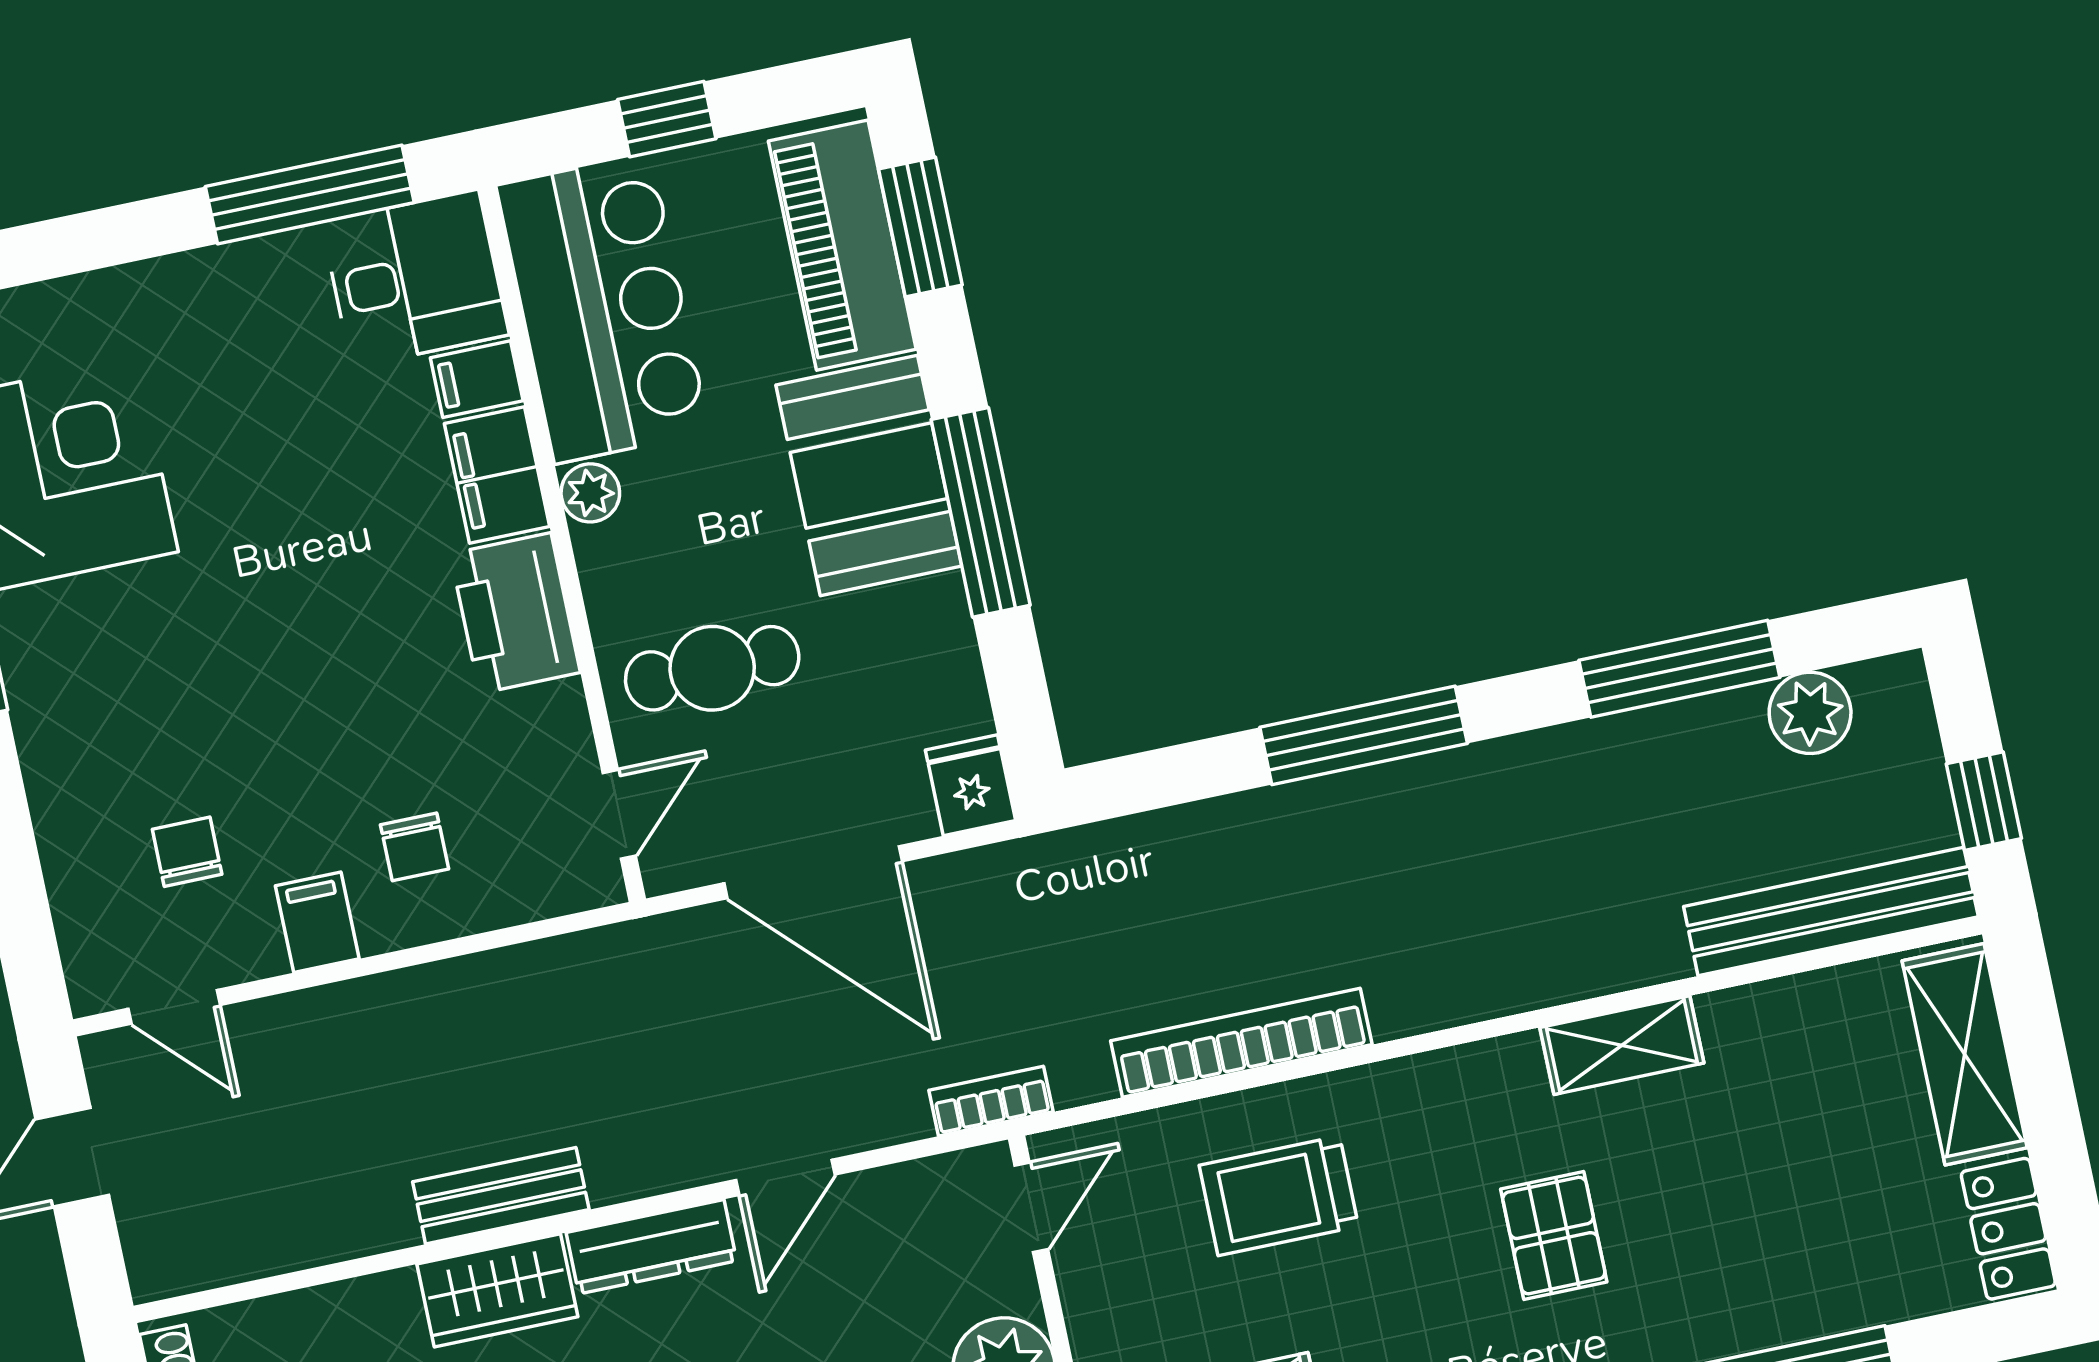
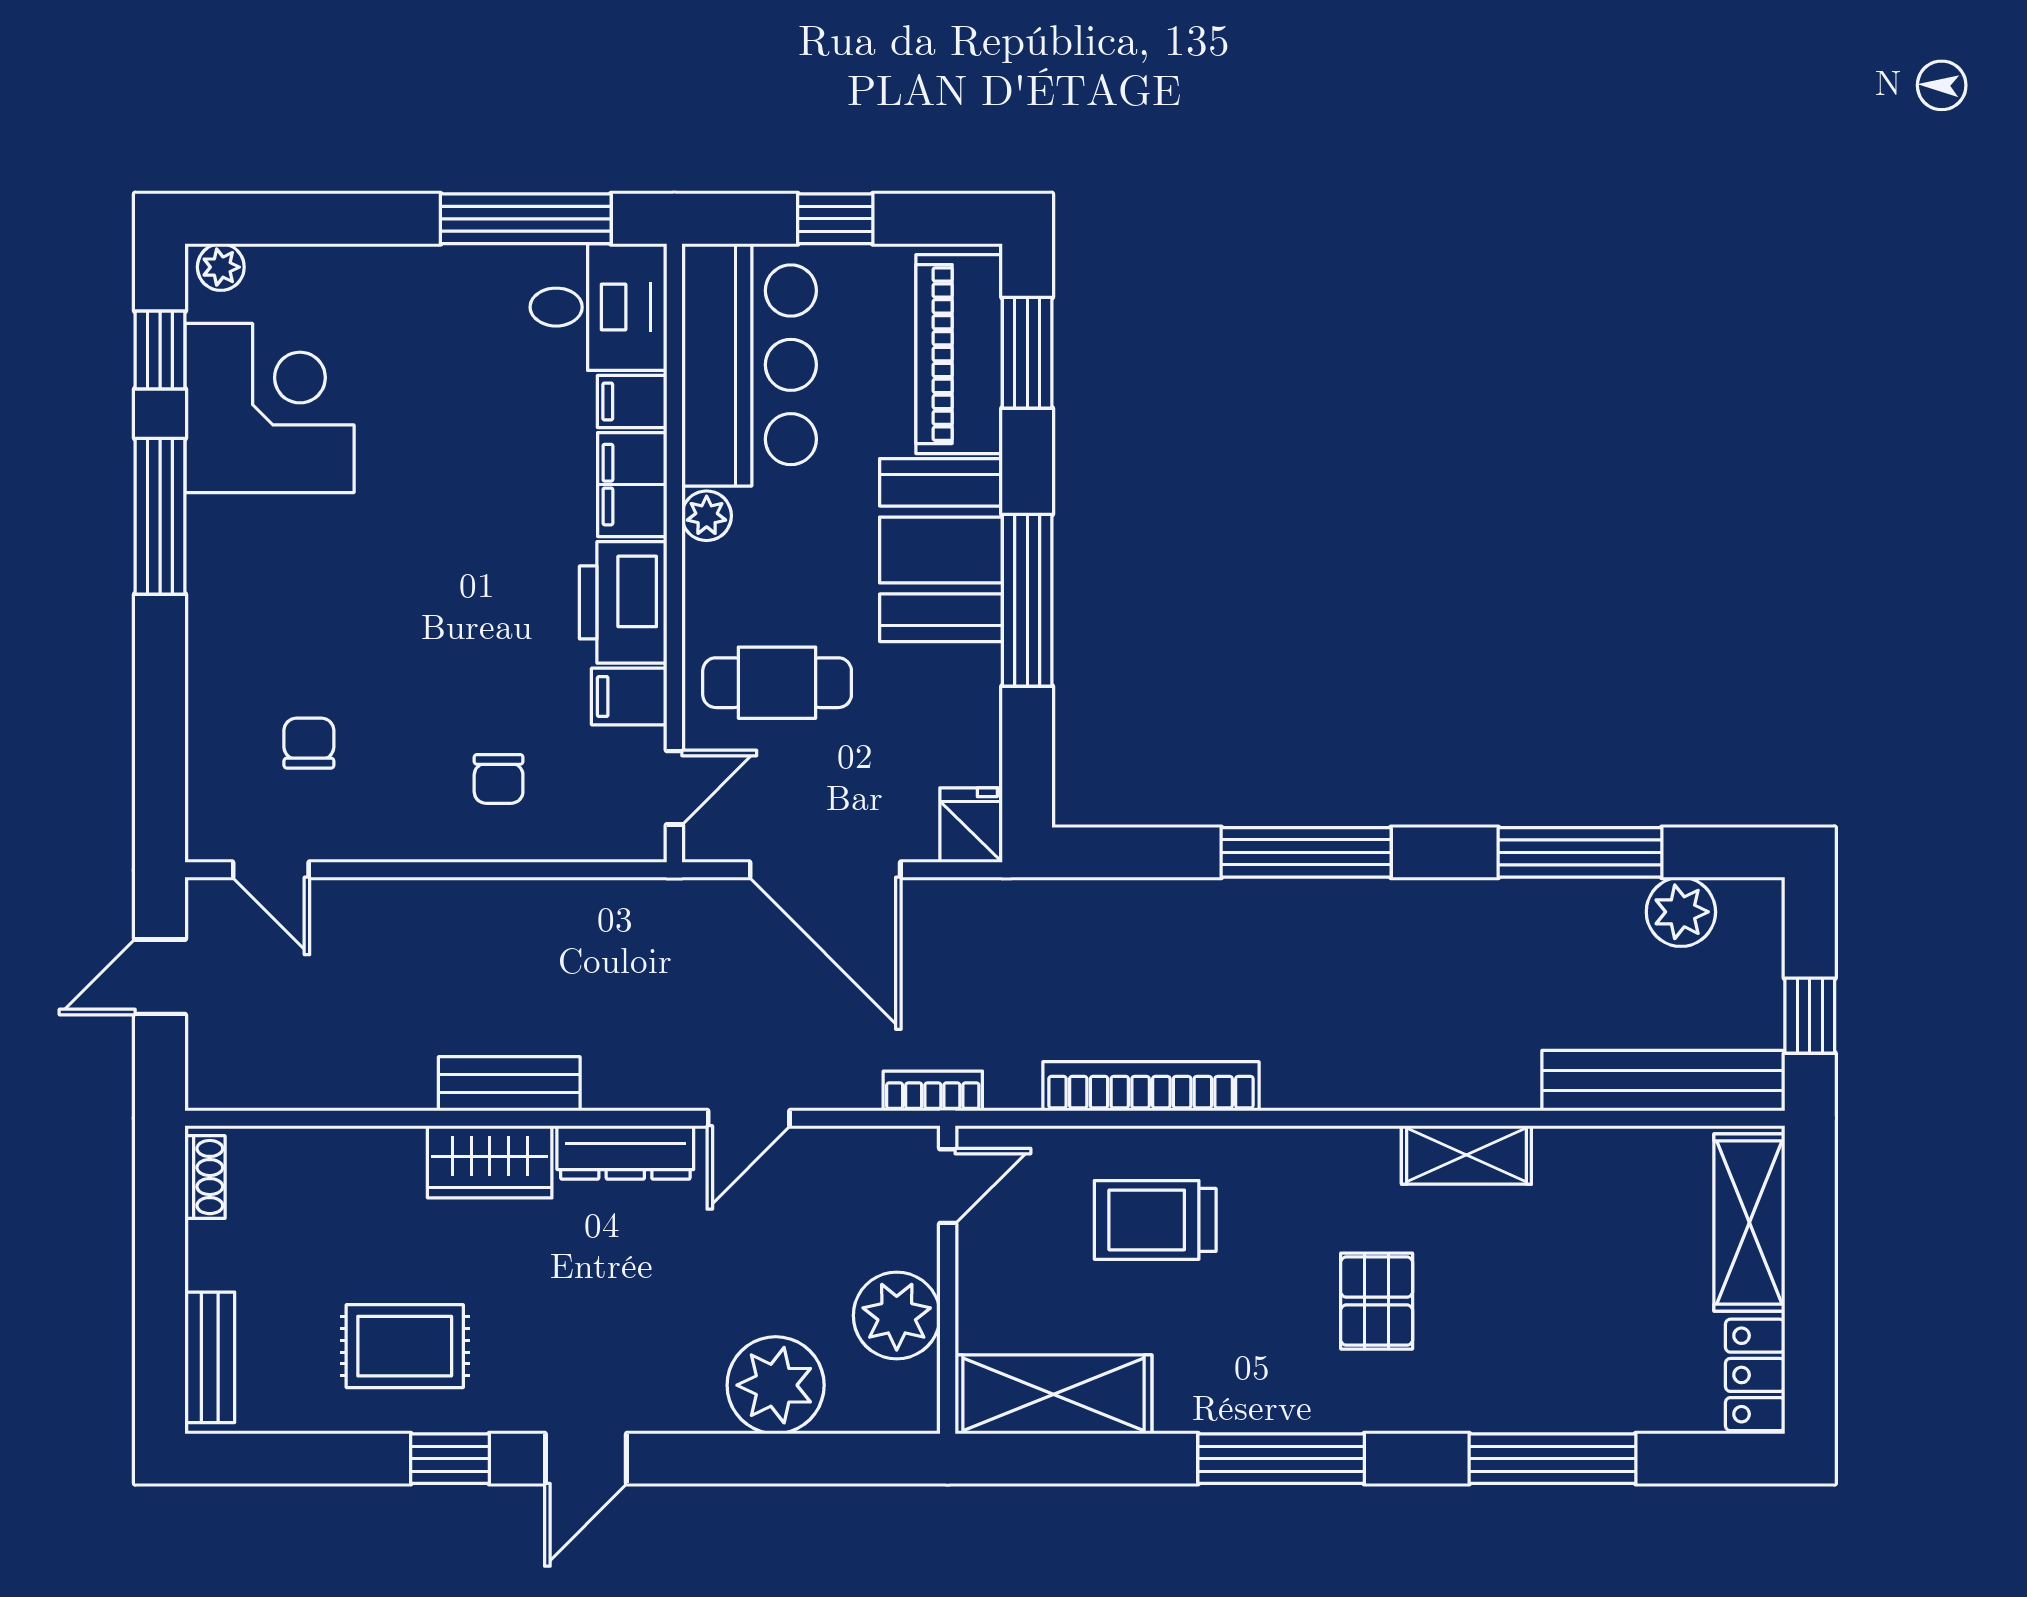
filing cabinet: (317, 922) -> (629, 697), moved, turned -90

